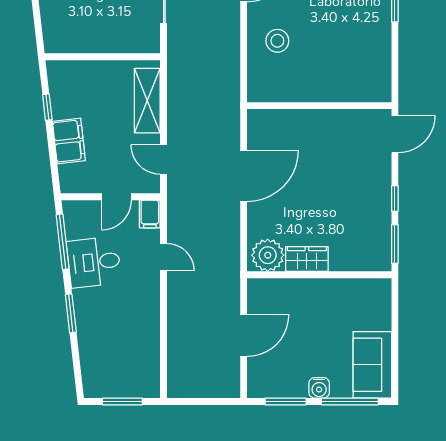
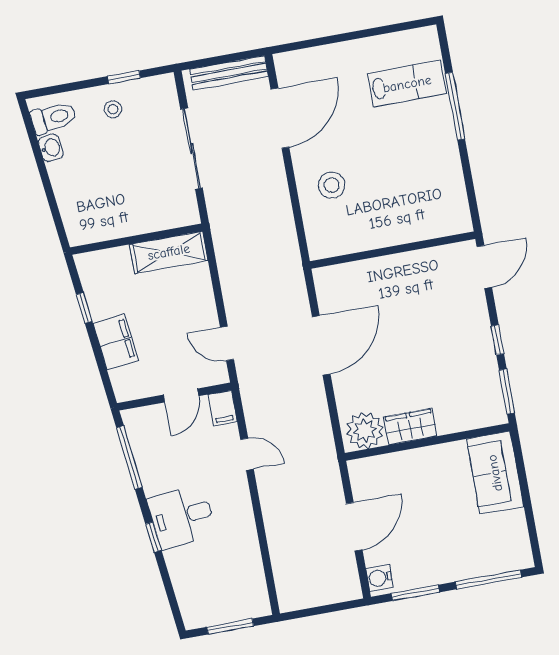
shelving: (147, 101) -> (169, 252), moved, turned 90
desk: (94, 262) -> (182, 516), moved
window: (71, 313) -> (153, 537), width x0.67
sofa: (372, 365) -> (495, 473), moved
water cooler: (319, 388) -> (379, 578), moved, turned 90

